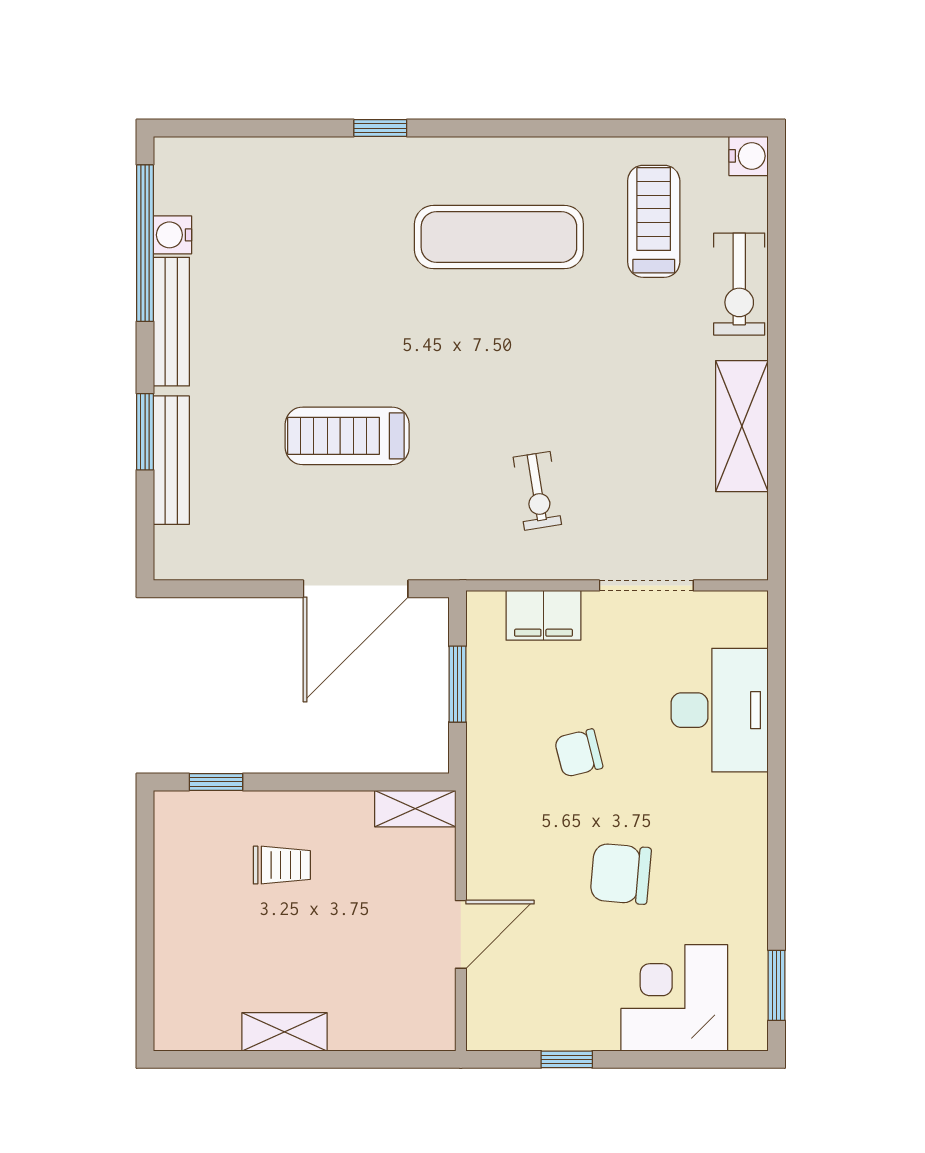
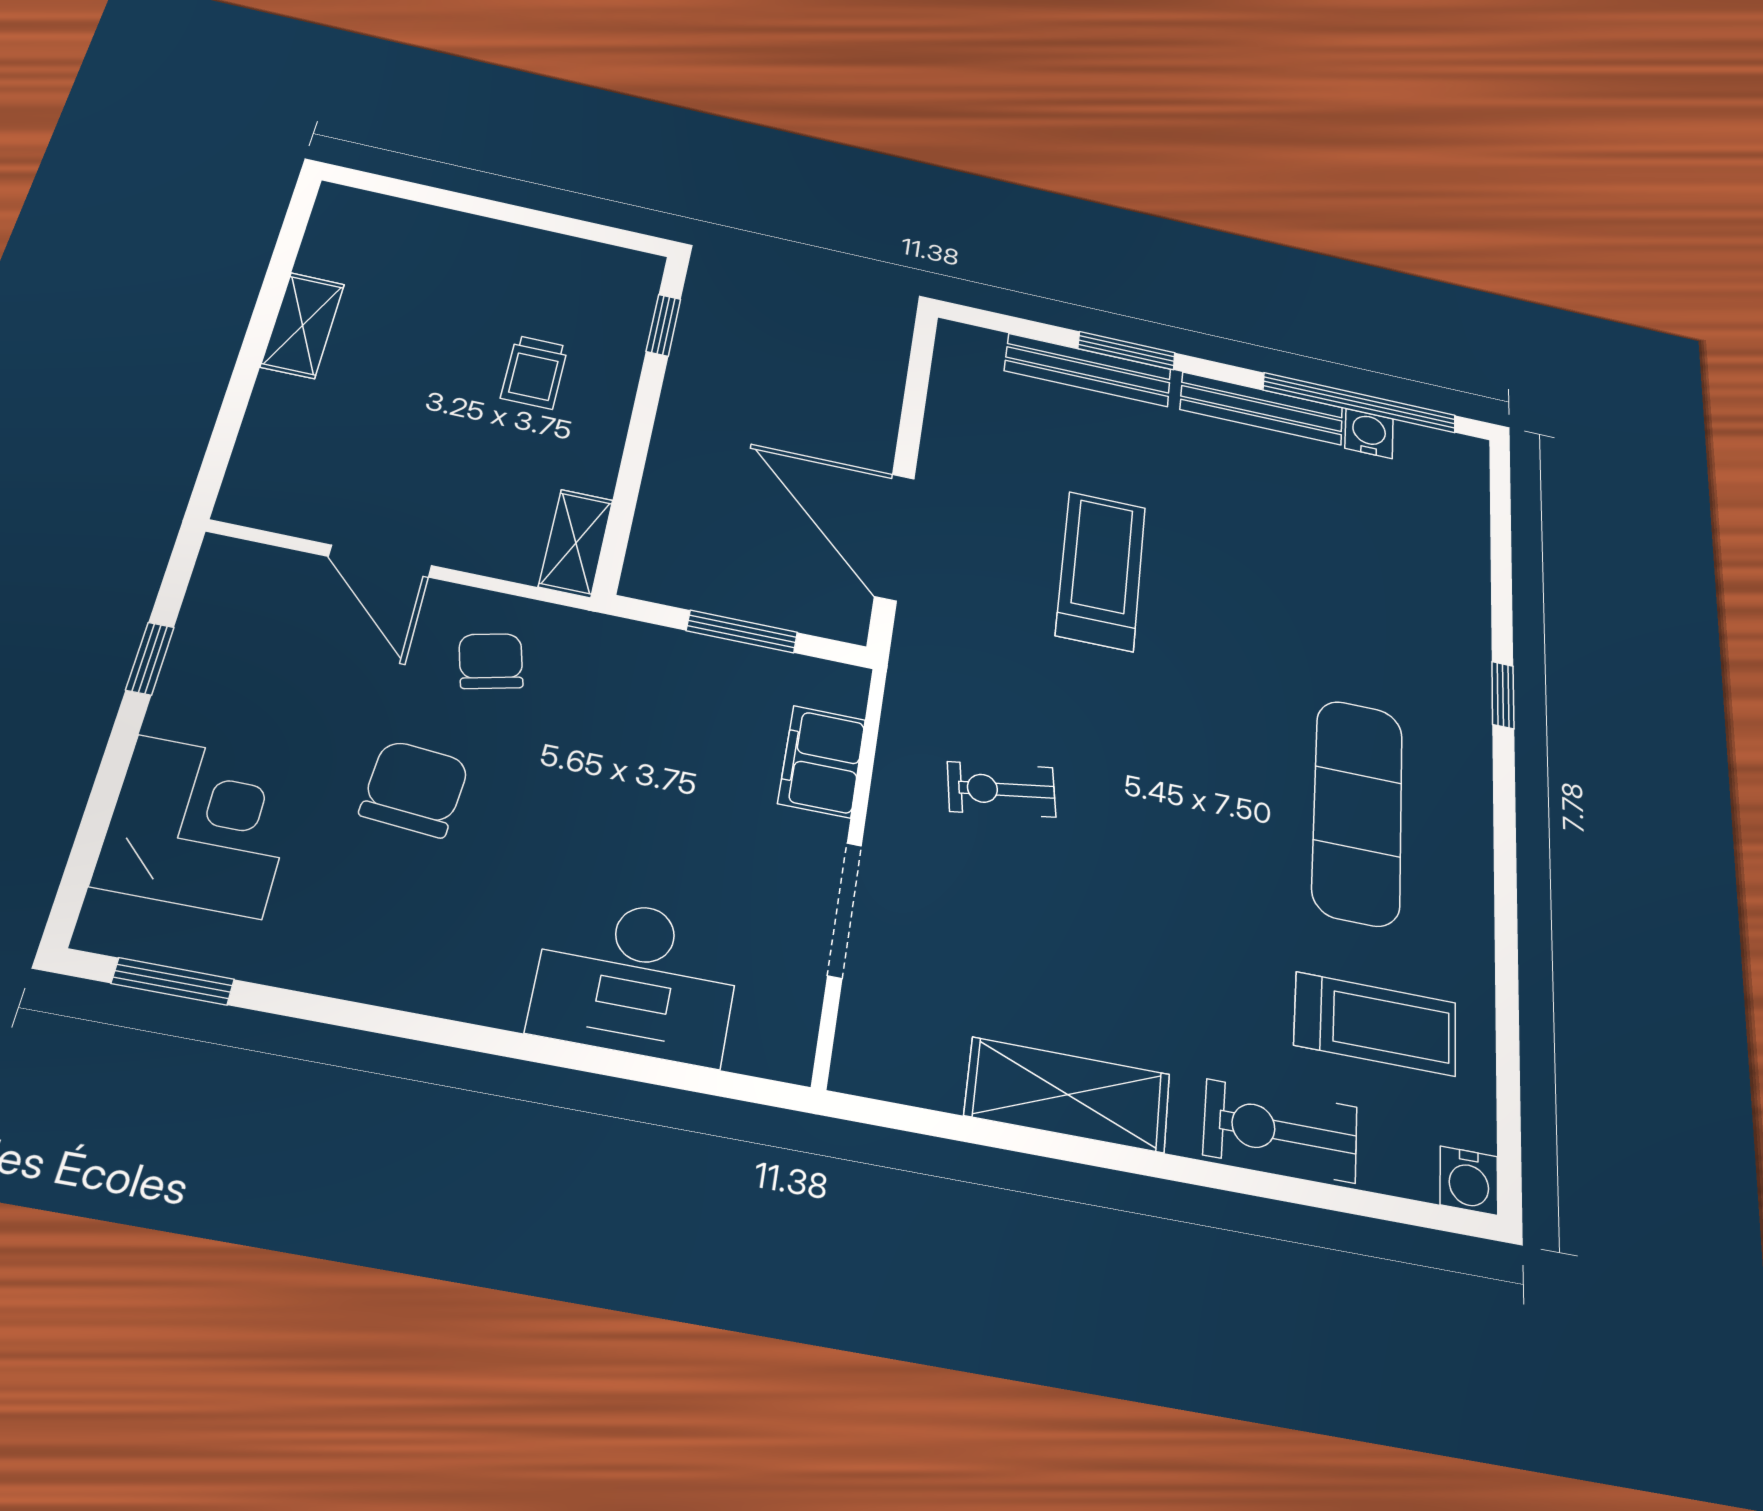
chair: (579, 753) -> (491, 661), moved

